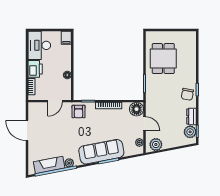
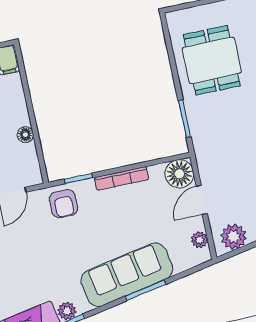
door: (145, 124) -> (202, 200), swing flipped

